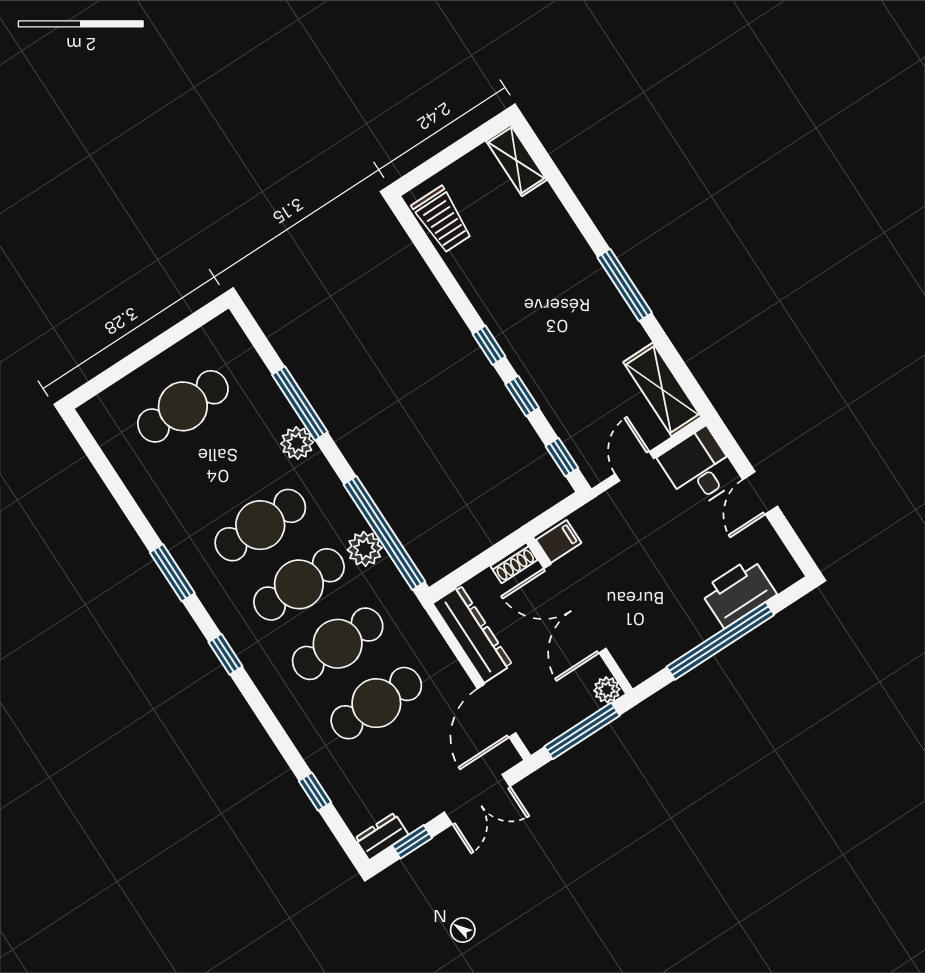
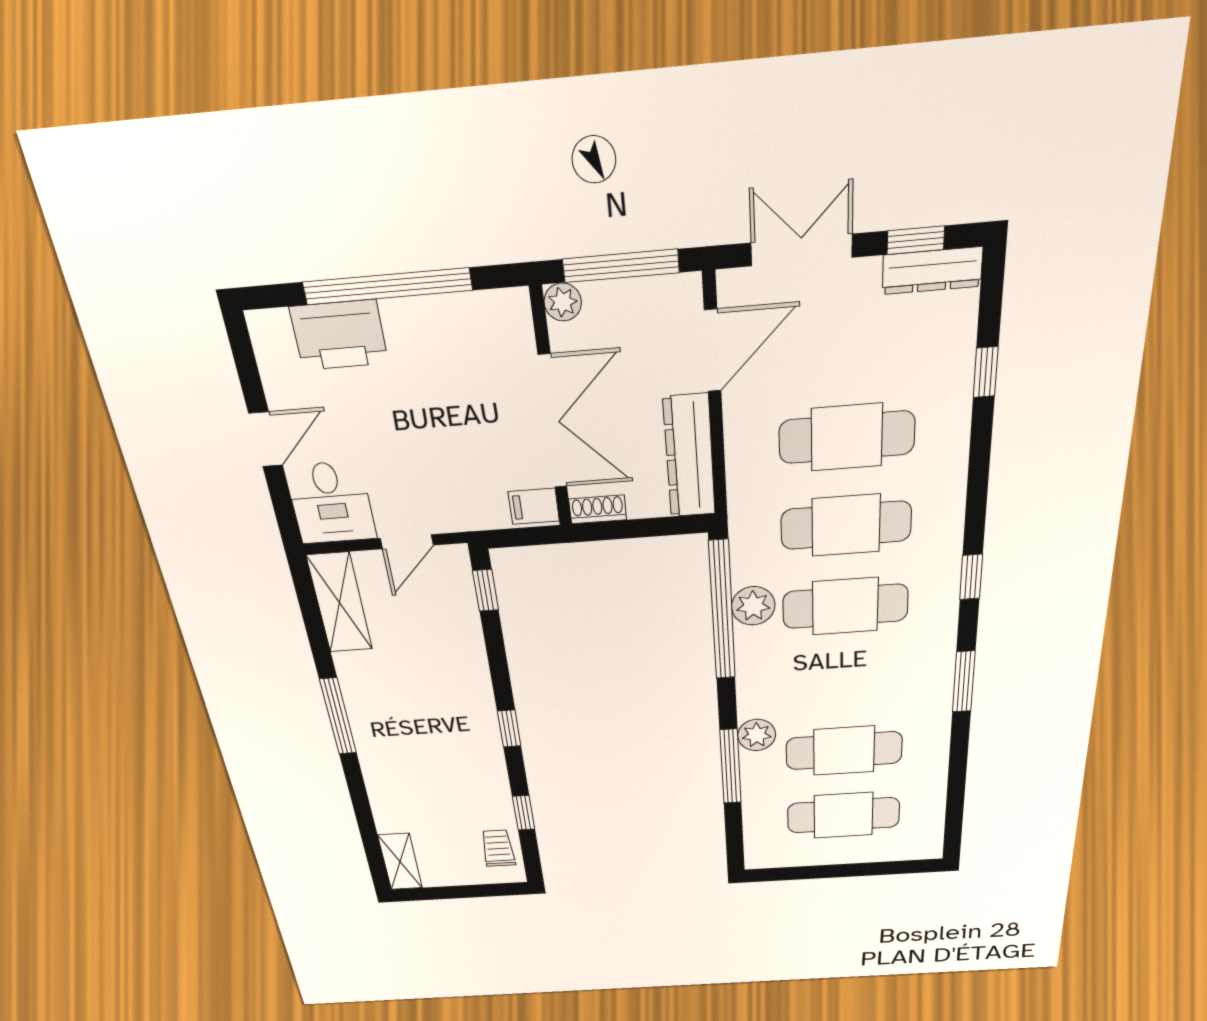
trolley: (442, 220) -> (498, 848), width x0.73, depth x0.72
window: (522, 396) -> (524, 813), moved
cafe table: (260, 525) -> (844, 751), moved
dresser: (382, 836) -> (932, 271), width x1.44

